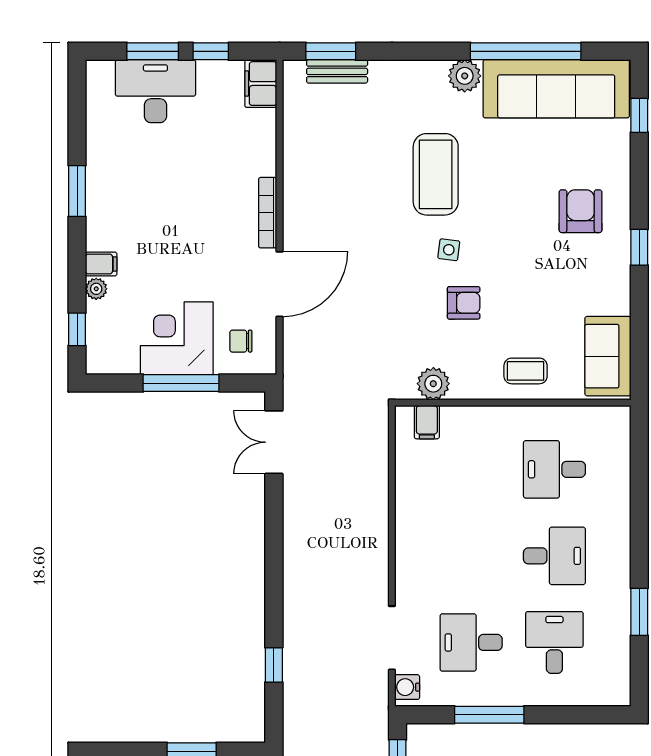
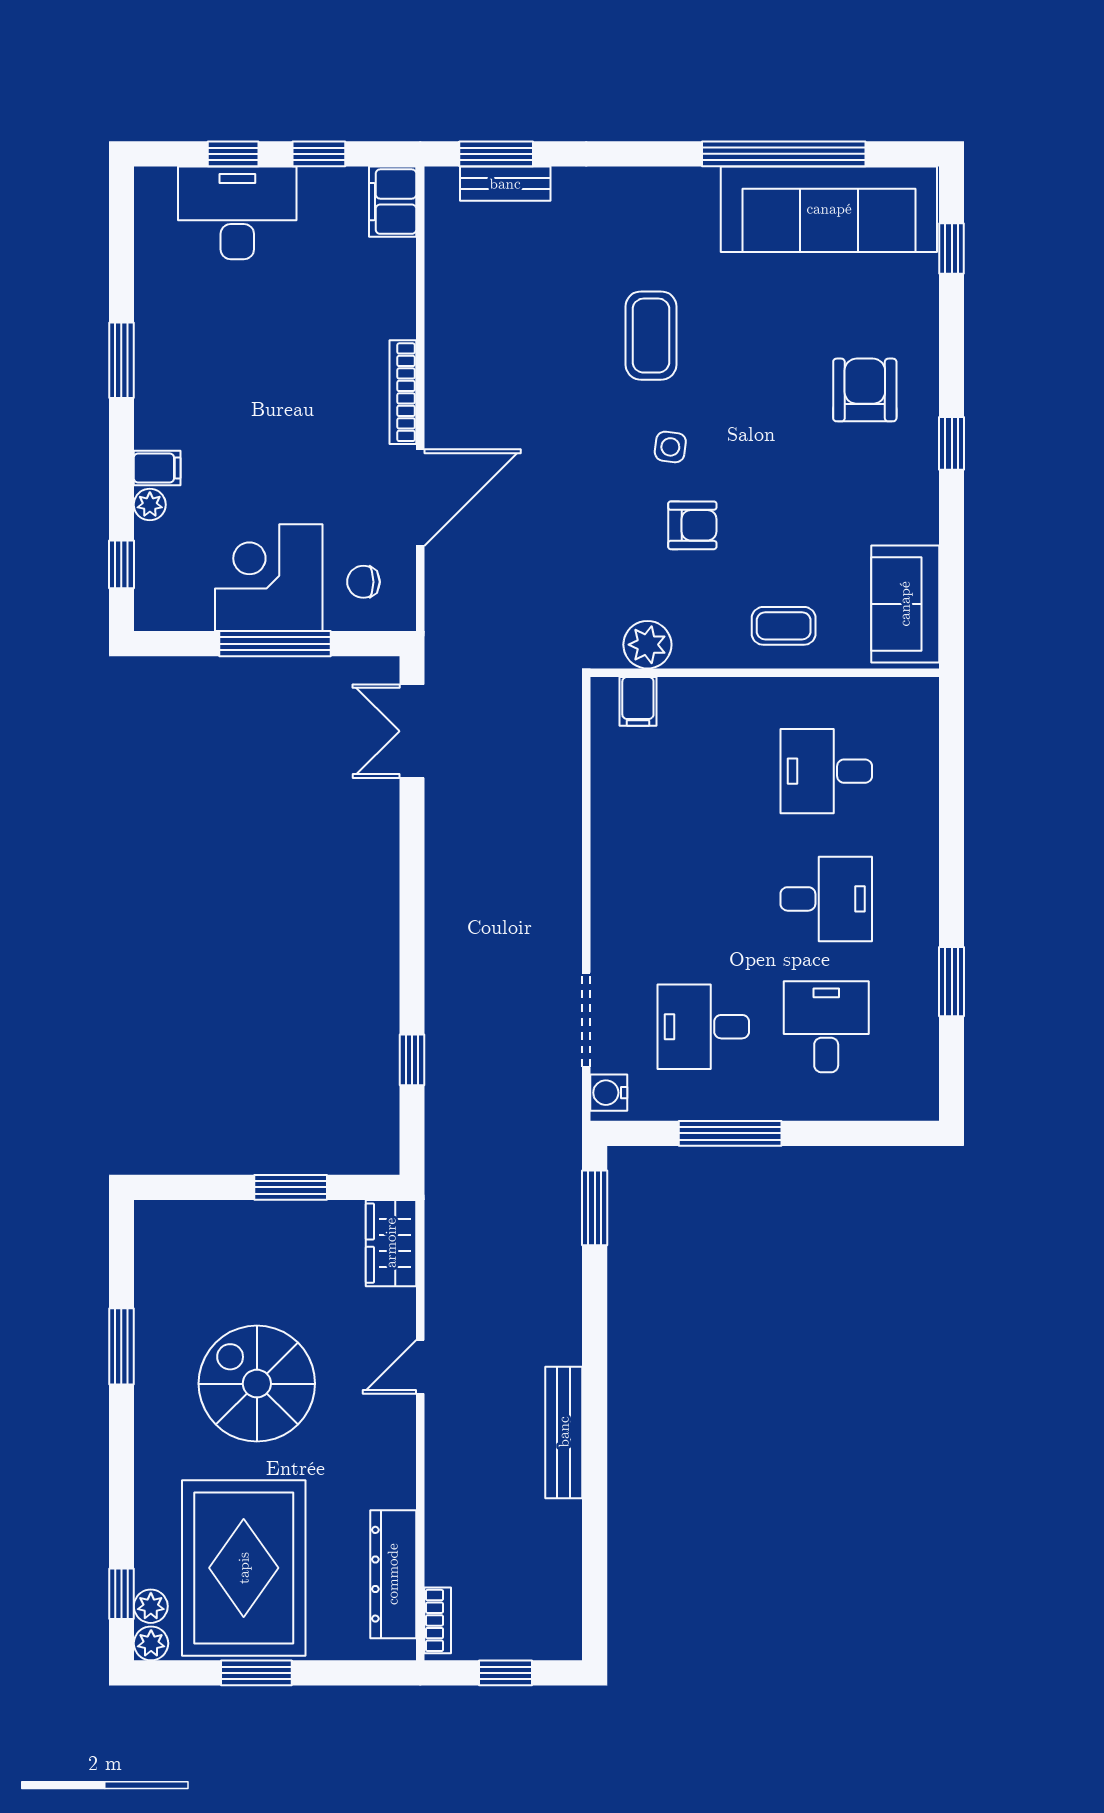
window: (153, 51) -> (233, 154), width x0.67
plant: (465, 76) -> (694, 190), removed
coffee table: (436, 174) -> (651, 336), width x0.73, depth x0.76

